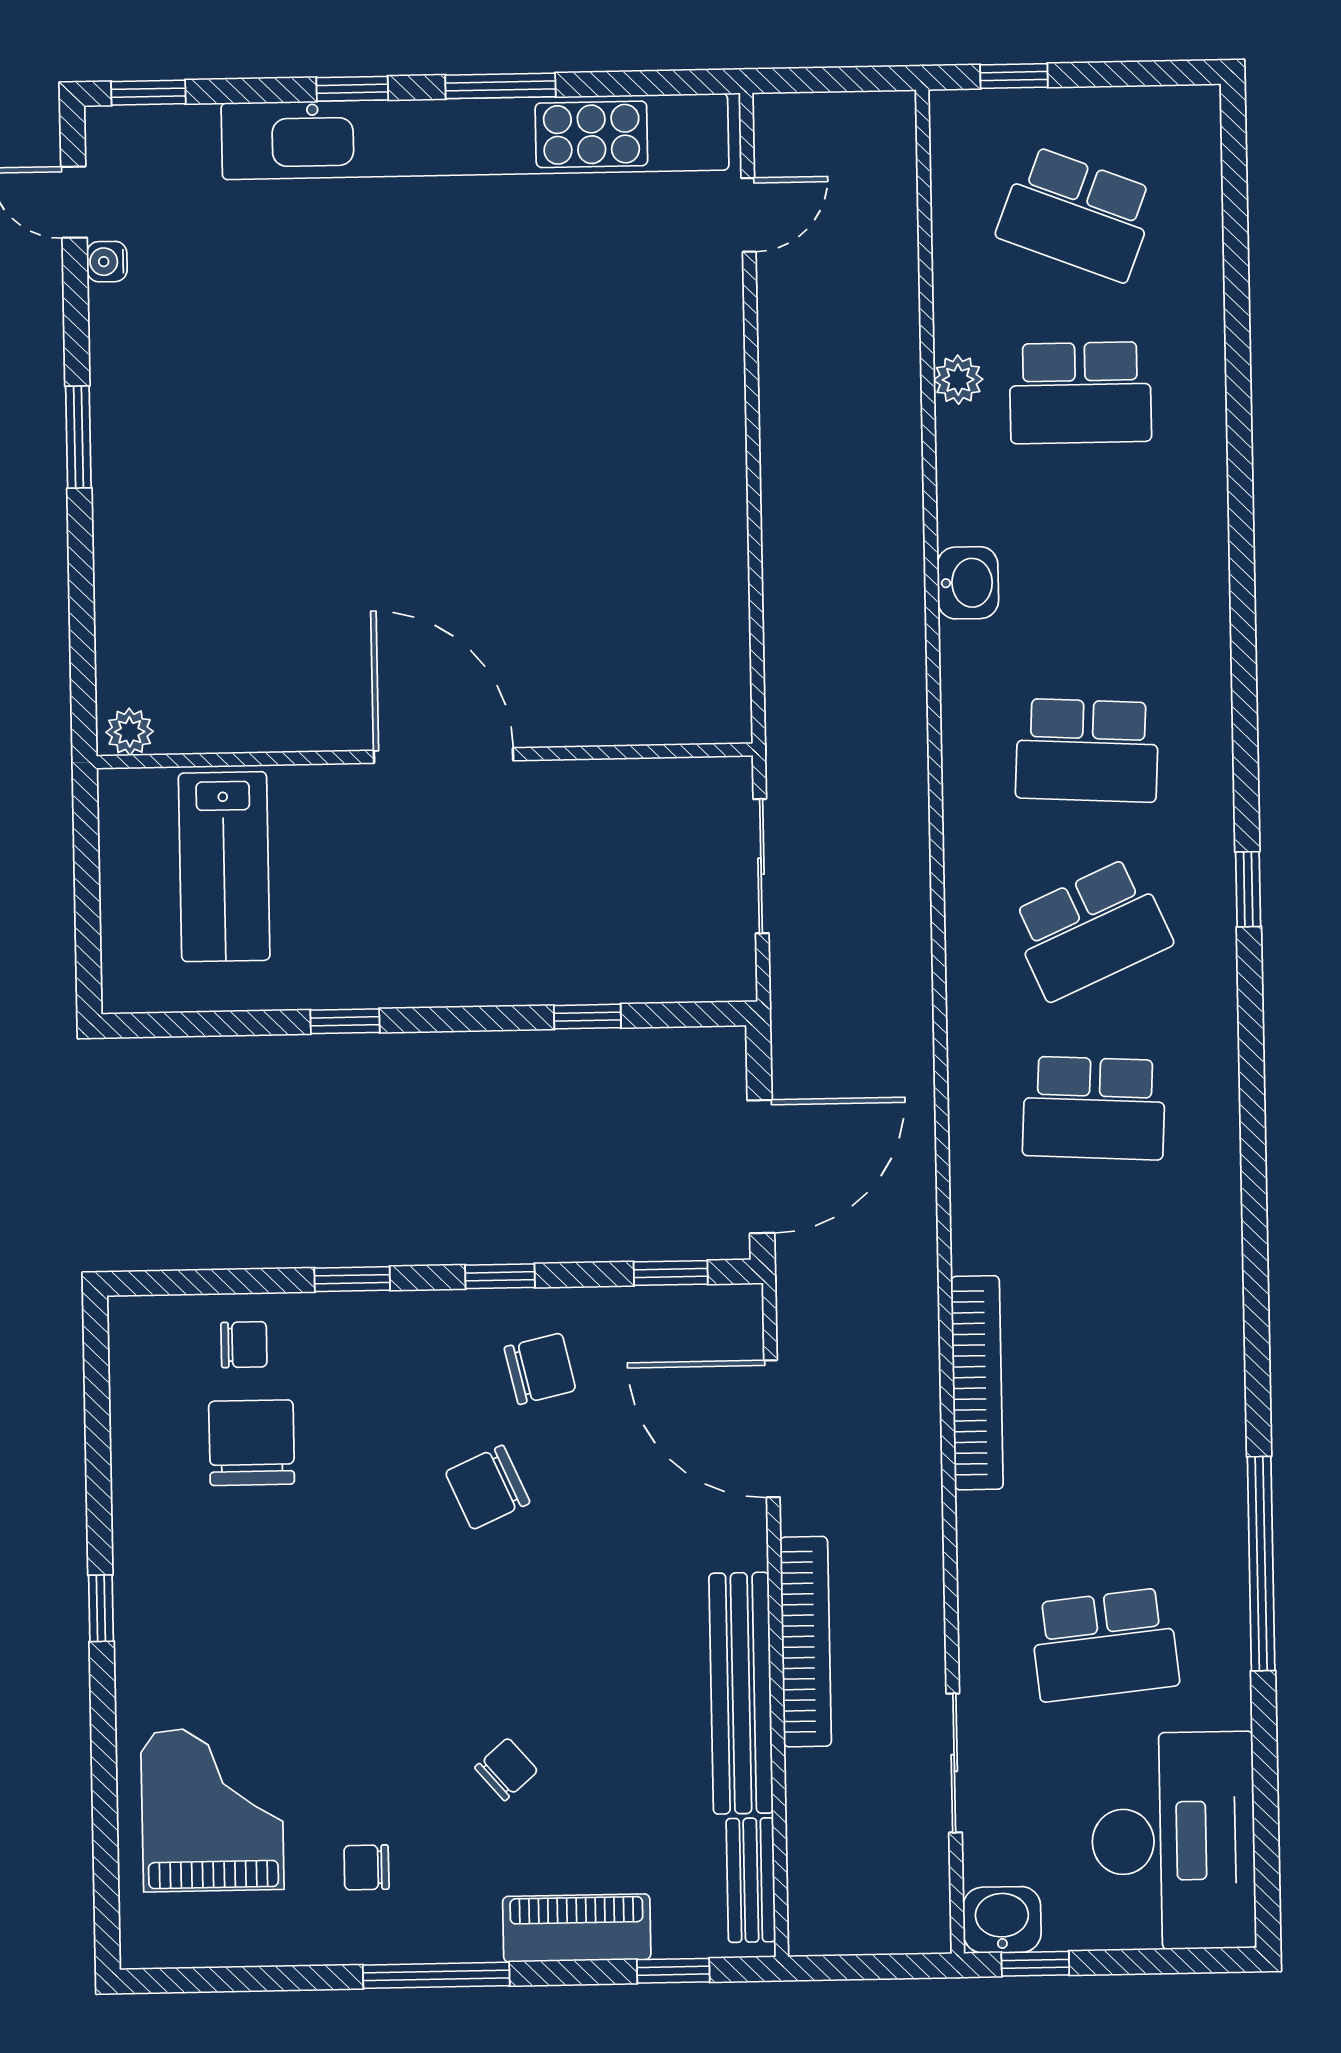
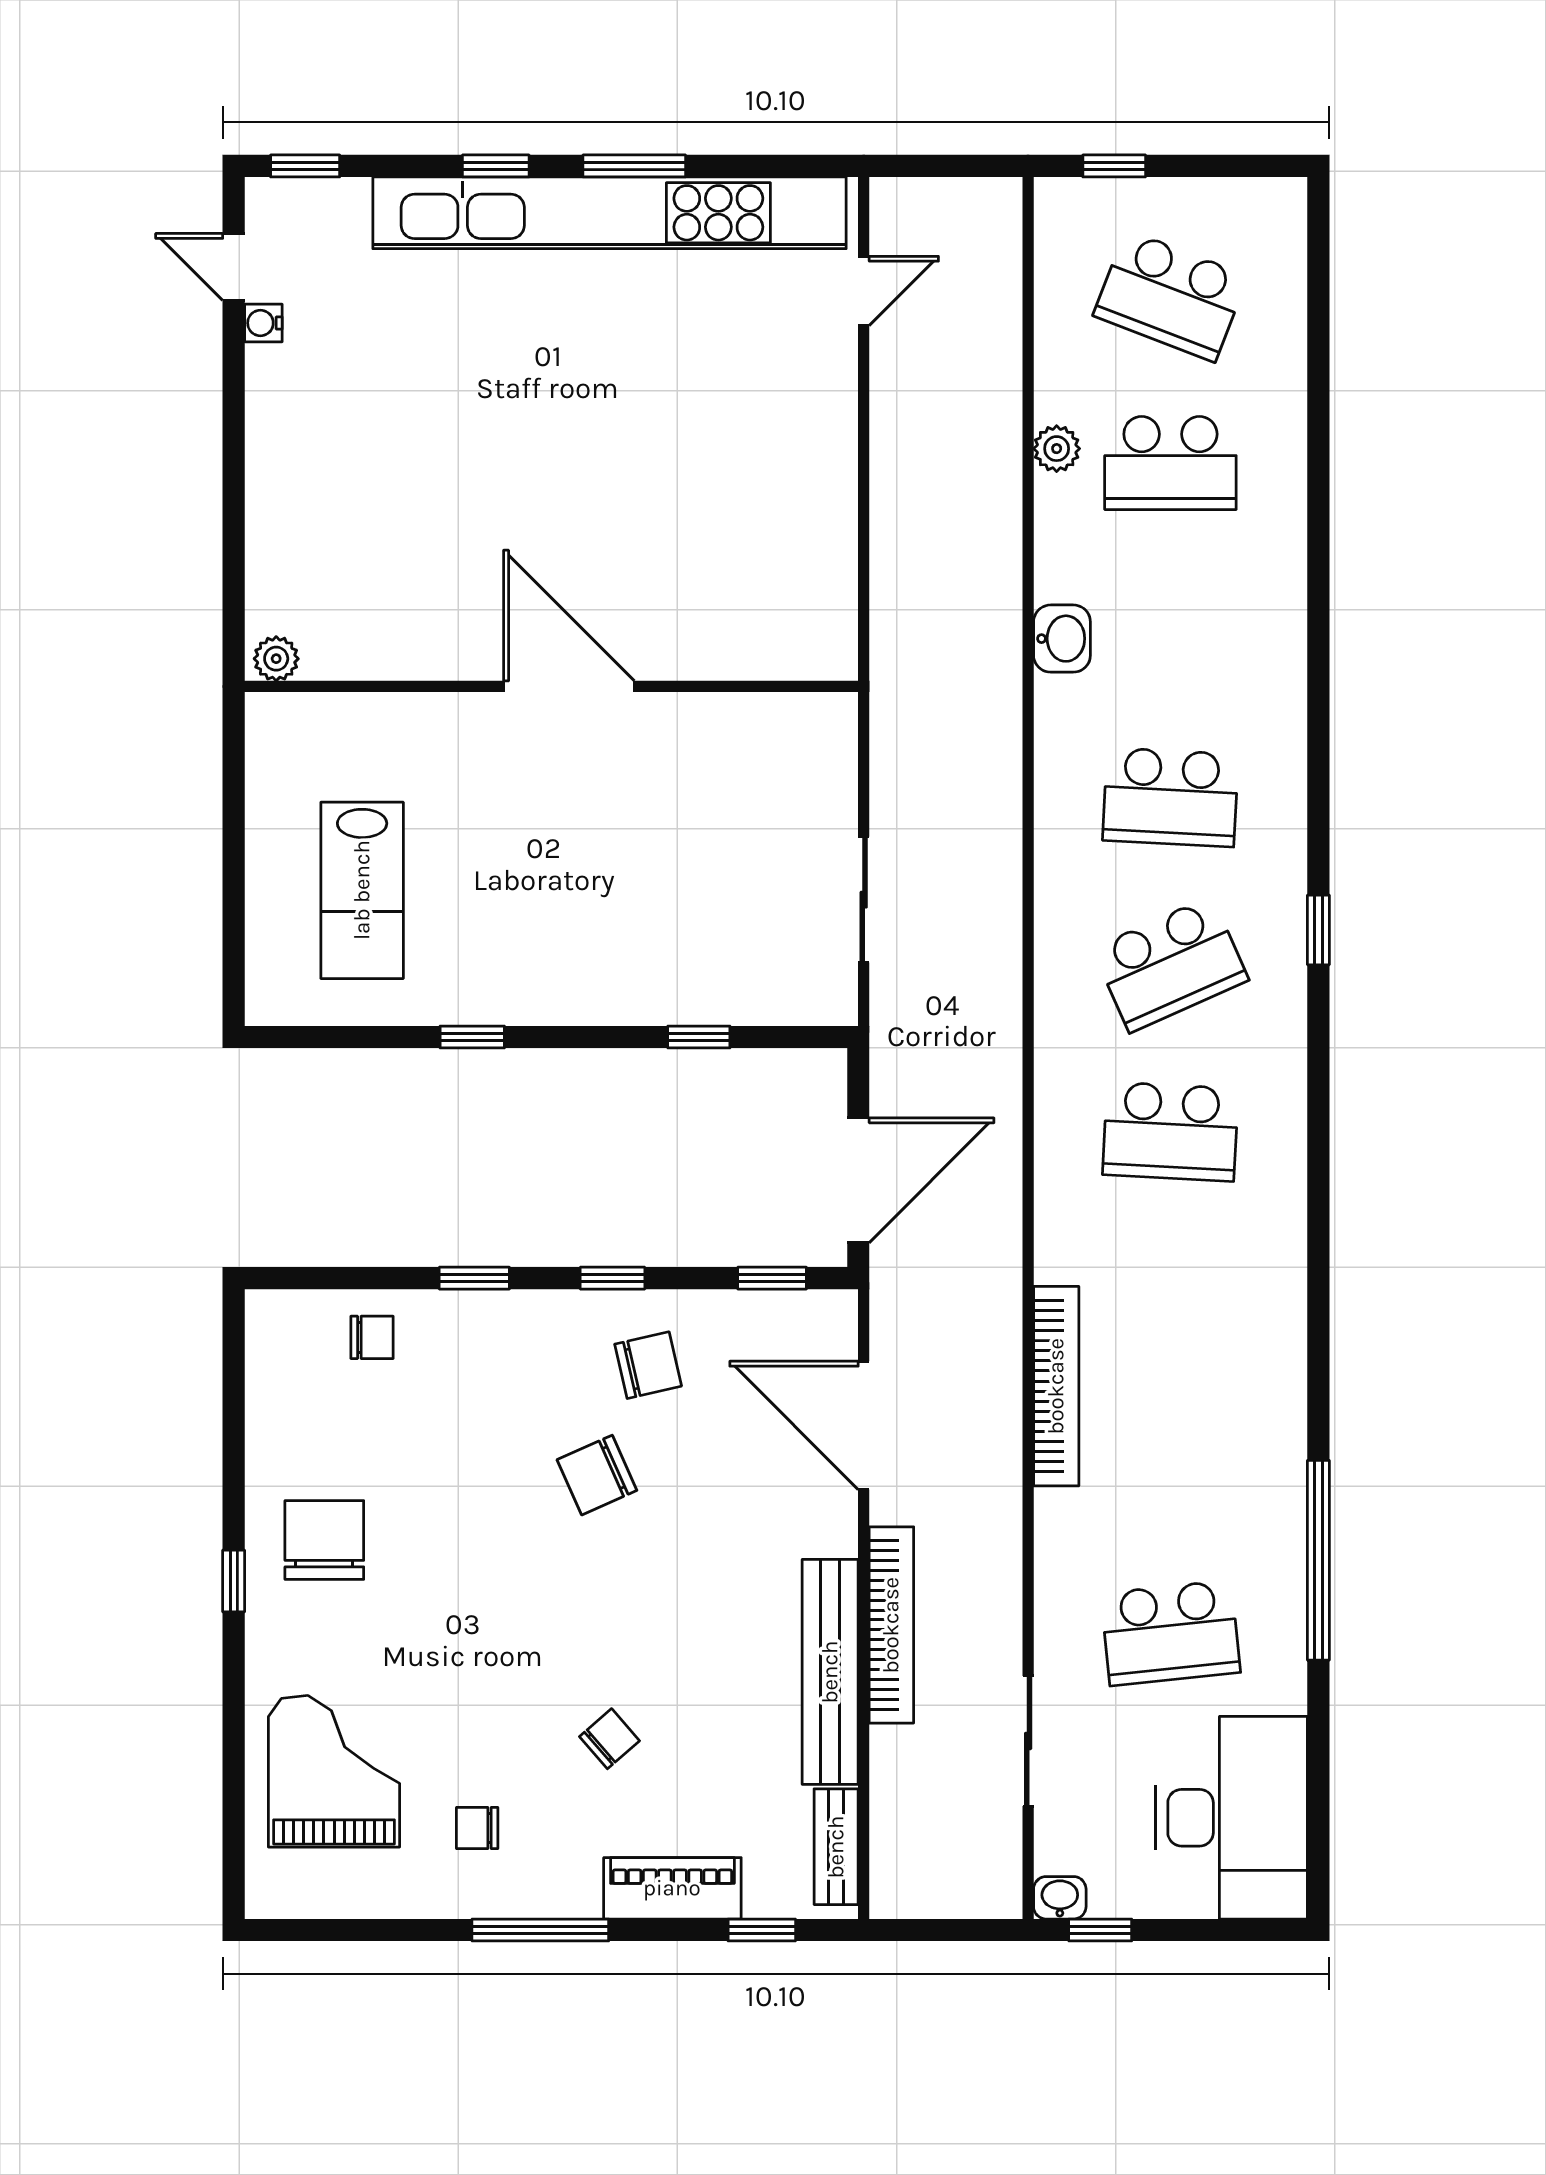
window: (78, 437) -> (234, 486), removed
plant: (130, 732) -> (276, 659), moved
door: (443, 755) -> (569, 686), moved
wall: (425, 756) -> (551, 686), moved
chair: (252, 1443) -> (324, 1540), moved
washbasin: (1002, 1920) -> (1060, 1898), width x0.72, depth x0.69

